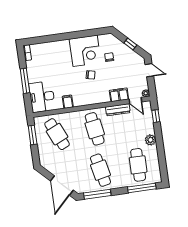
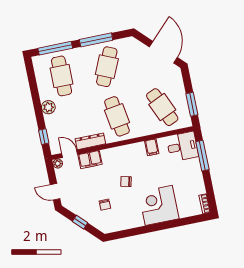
corner desk: (85, 51) -> (159, 205), moved
window: (25, 81) -> (202, 156), moved
desk: (42, 97) -> (182, 147), width x0.73
cafe table: (100, 170) -> (107, 67), turned 36
door: (62, 186) -> (163, 52), moved
window: (97, 194) -> (96, 40), moved

